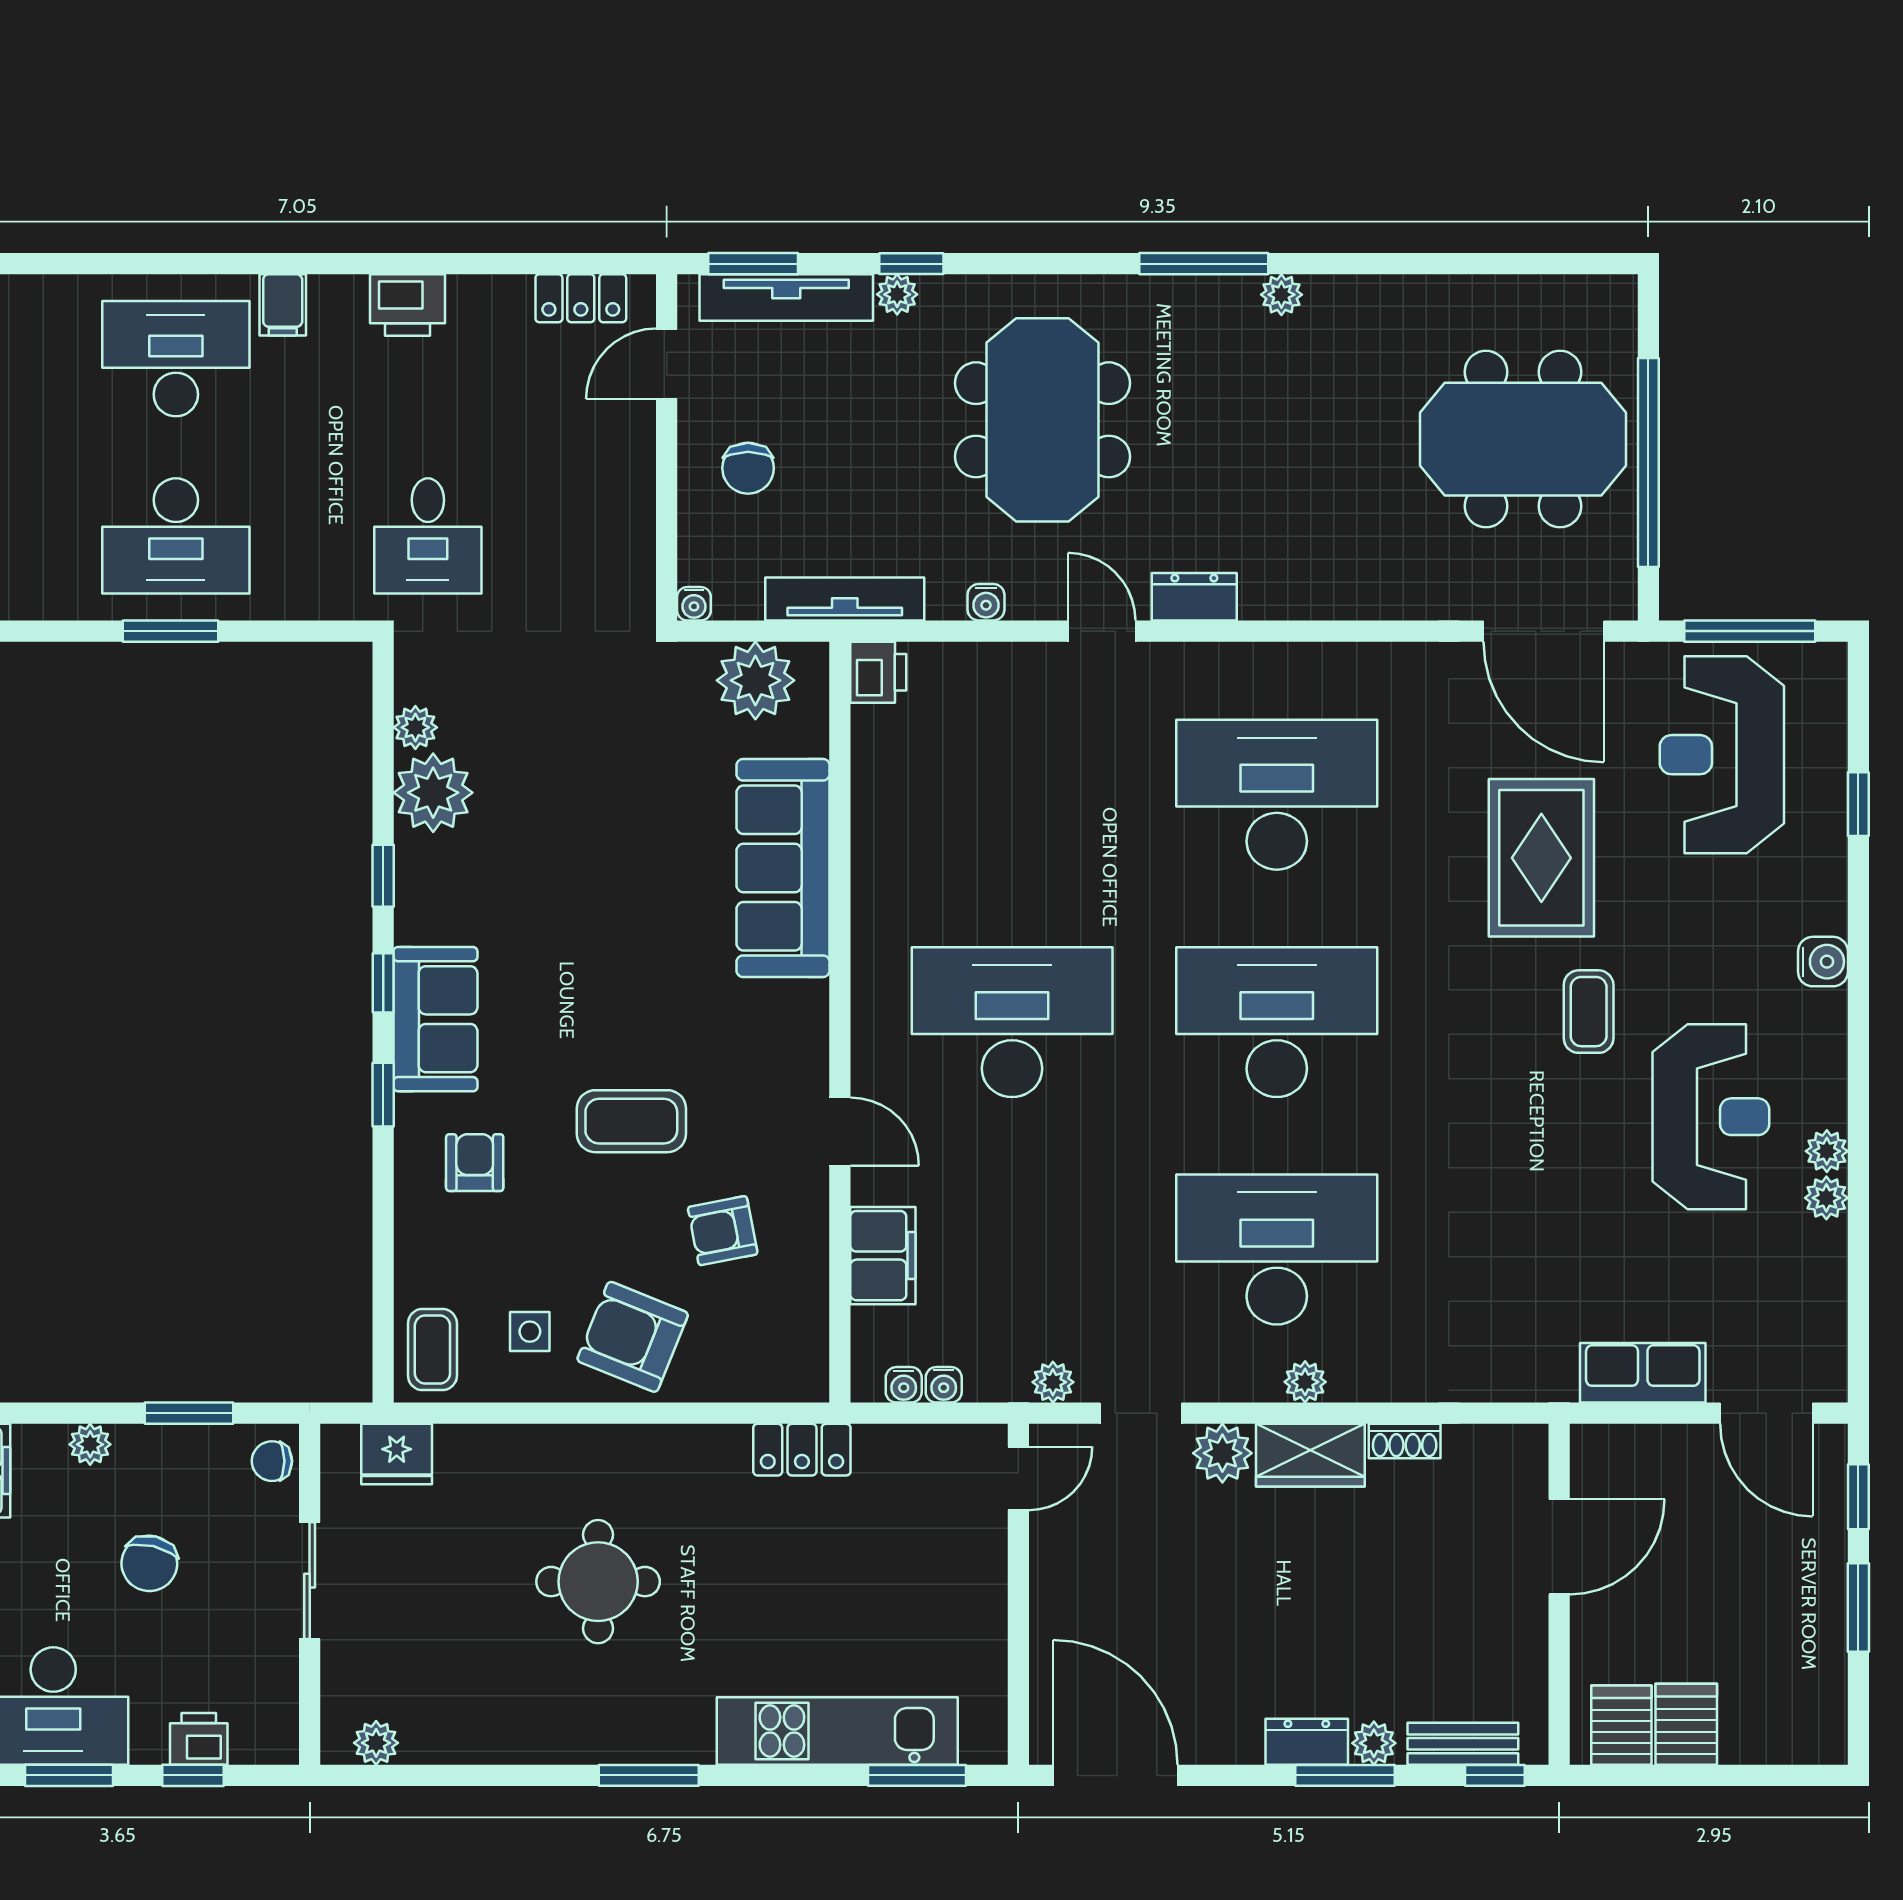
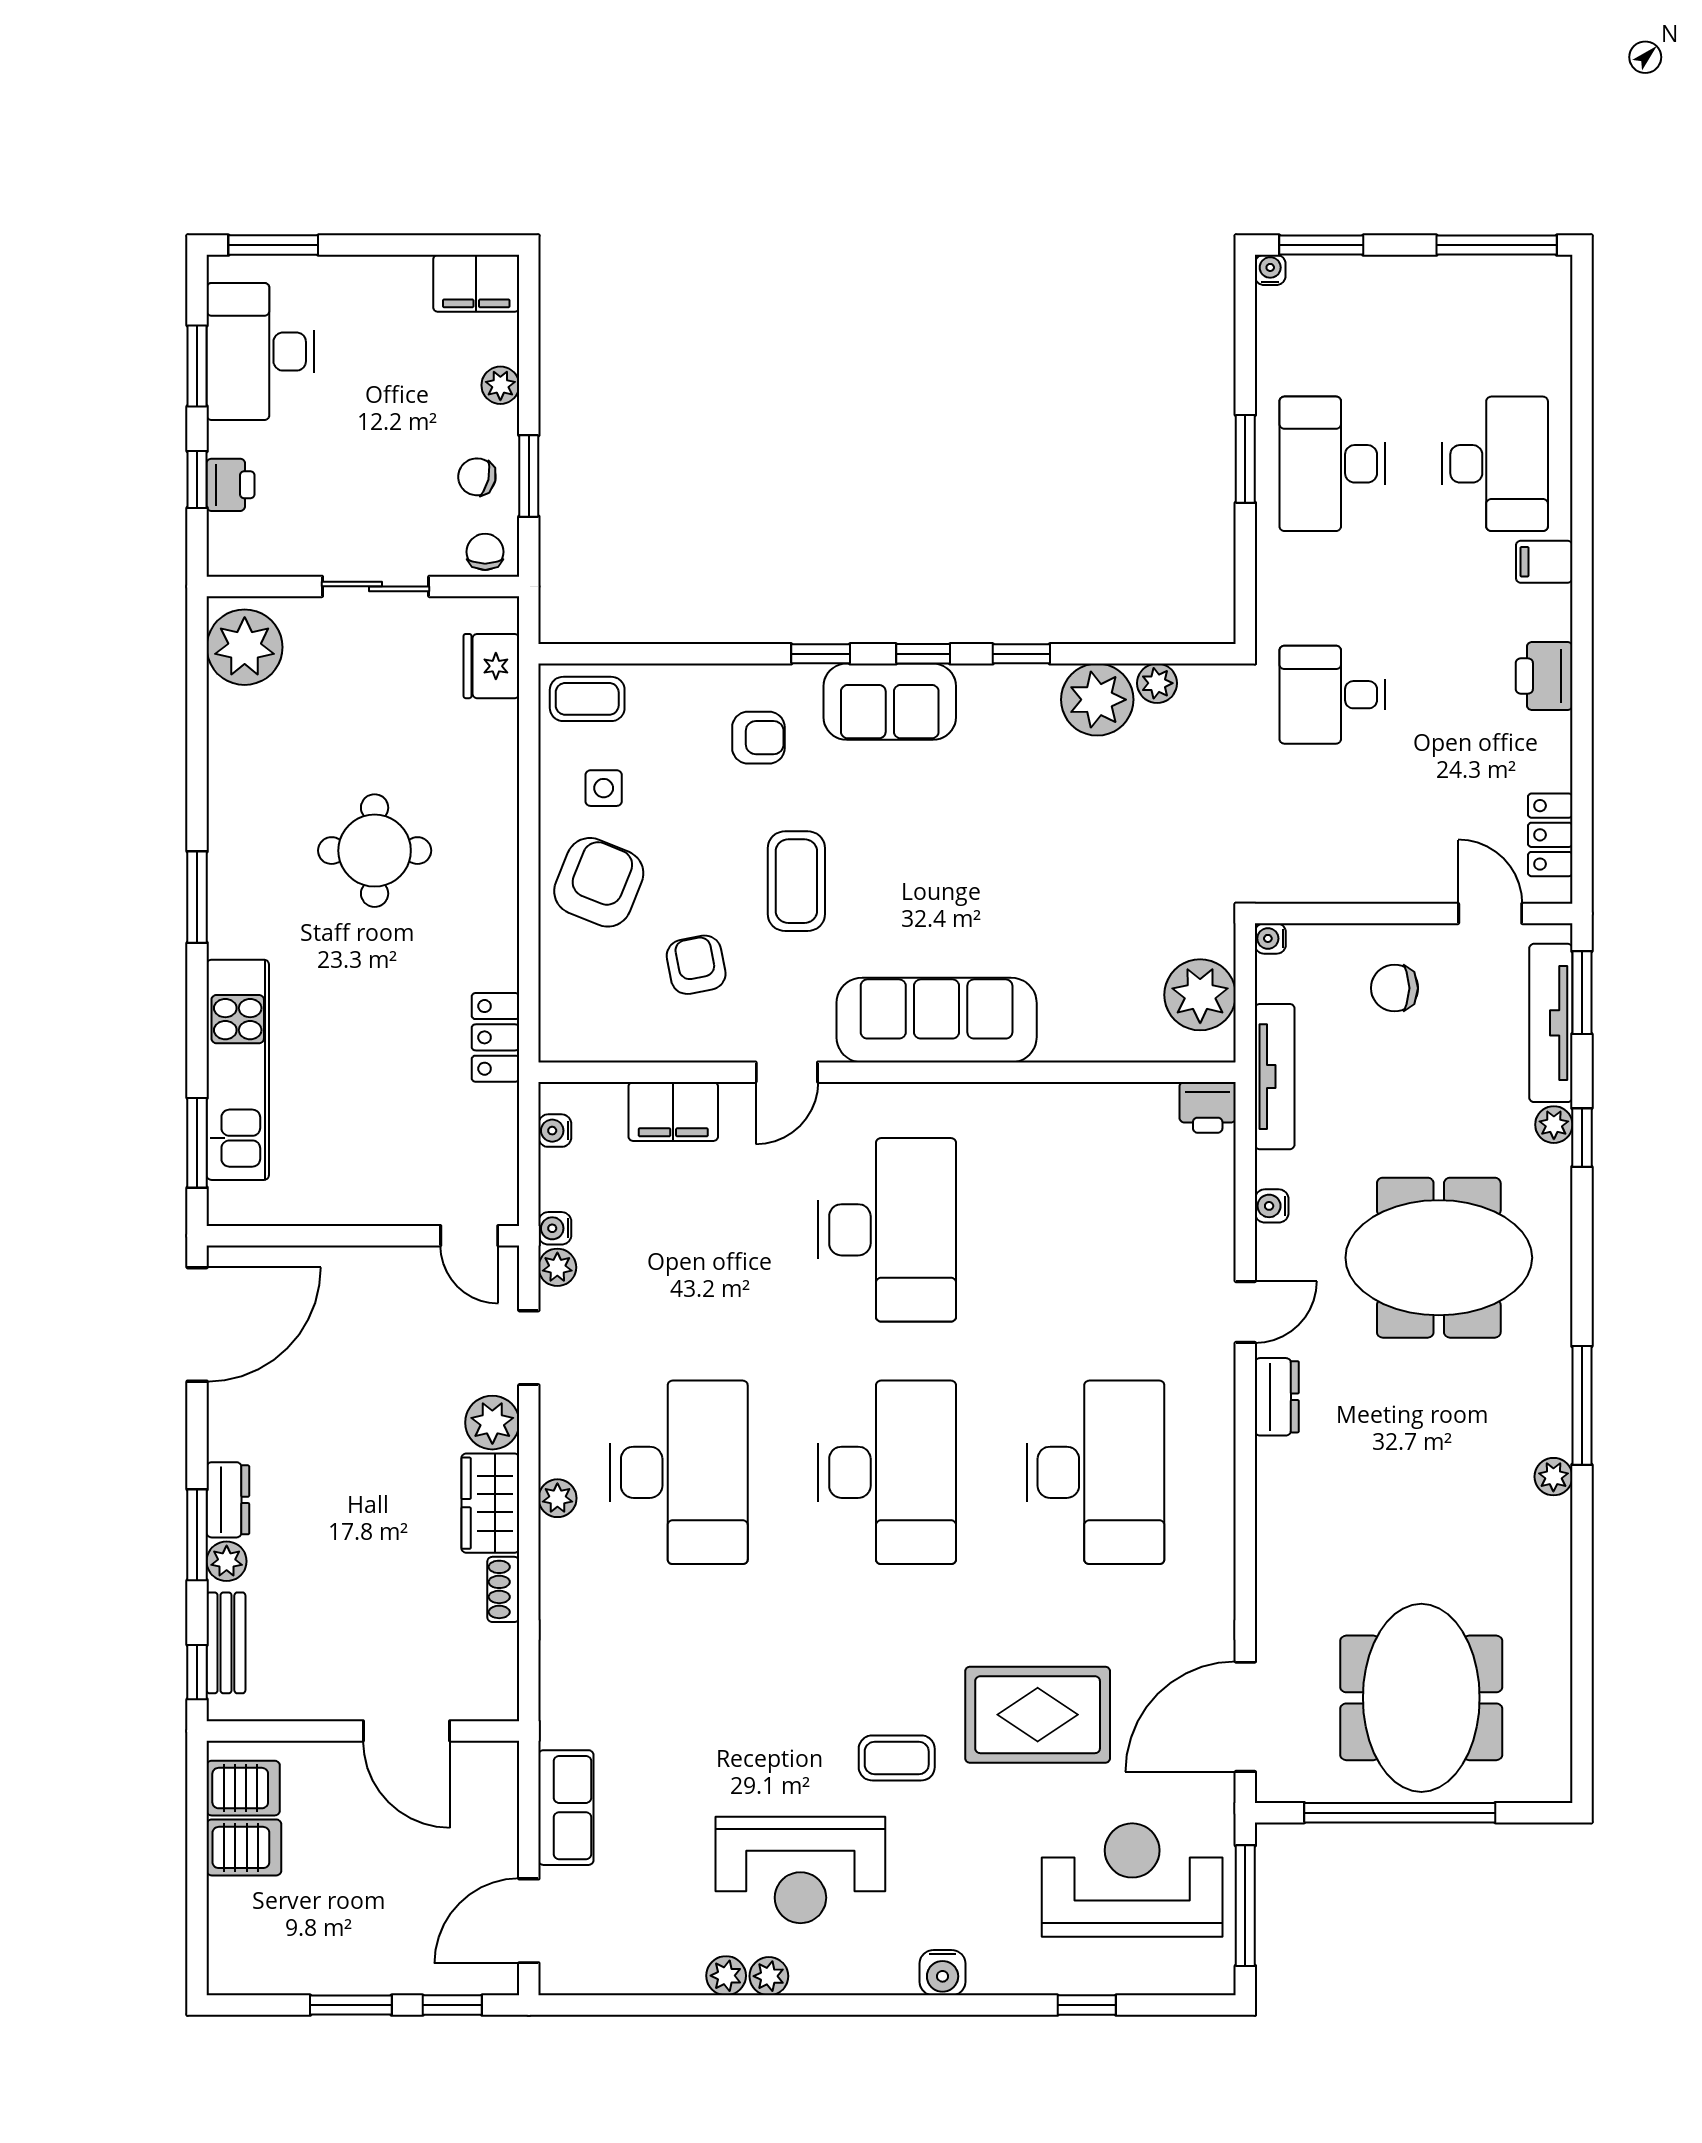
sofa: (783, 868) -> (937, 1020), moved
water cooler: (944, 1385) -> (555, 1228), moved
chair: (149, 1563) -> (477, 477), moved, width x0.73, depth x0.73
plant: (376, 1743) -> (245, 647), width x1.88, depth x1.88

